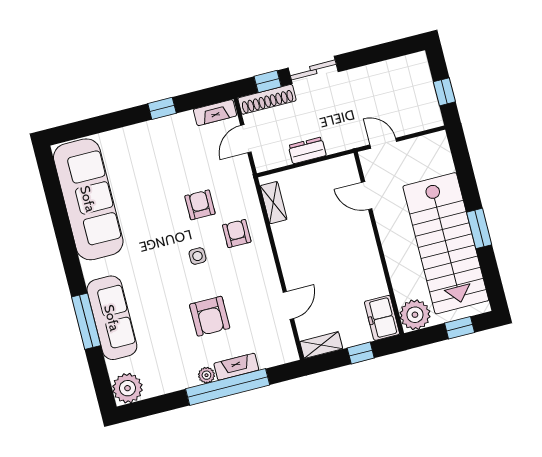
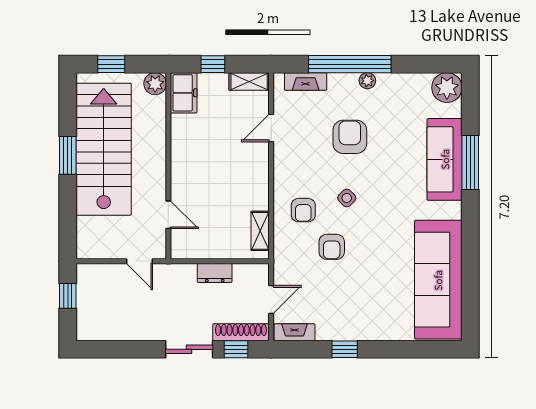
side table: (197, 256) -> (347, 198), turned 45
plant: (415, 315) -> (155, 84), width x0.73, depth x0.73
fireplace: (236, 367) -> (306, 81), moved

